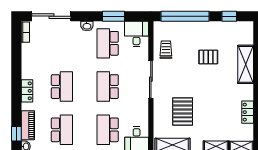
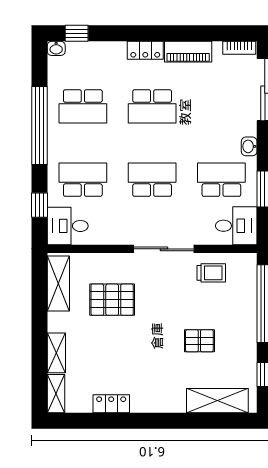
pallet: (208, 57) -> (199, 341), turned 90
shelving: (246, 64) -> (217, 401), moved
piano: (28, 125) -> (188, 52), moved

